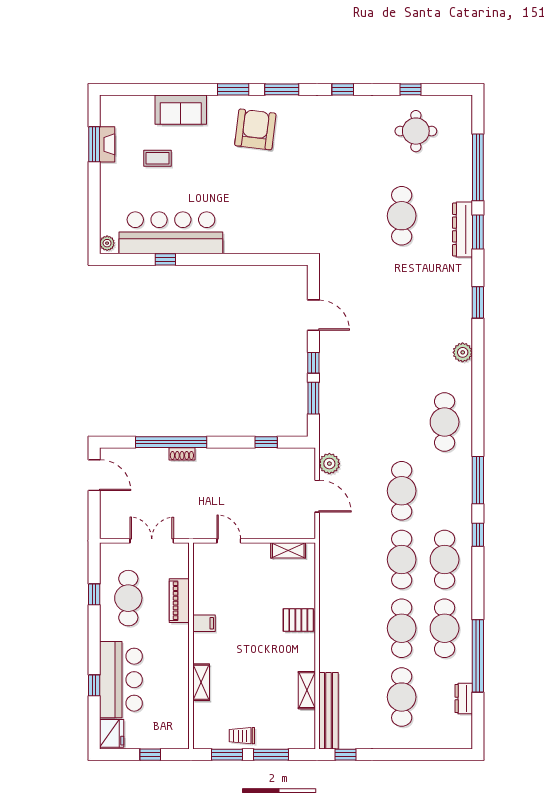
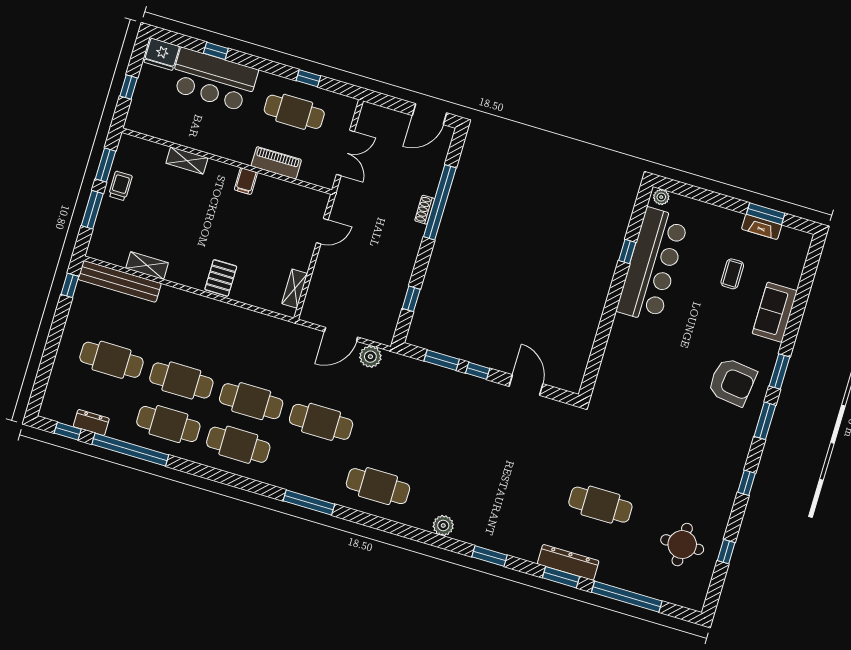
door: (313, 315) -> (526, 385), swing flipped
window: (478, 535) -> (68, 431), moved

